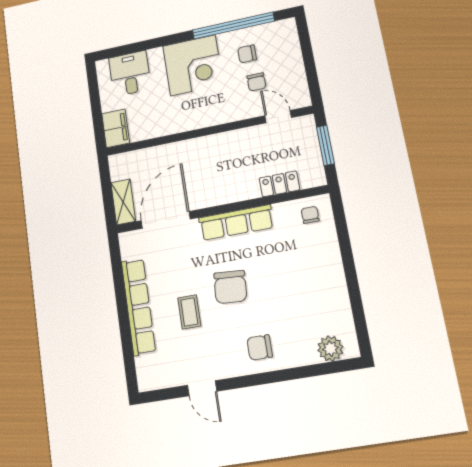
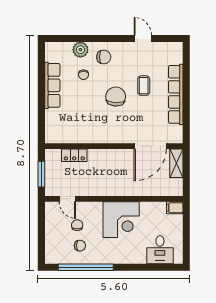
corner desk: (193, 65) -> (121, 220), moved, turned 180
filing cabinet: (116, 128) -> (175, 208), width x0.50
chair: (310, 215) -> (84, 75), moved
row of seats: (236, 223) -> (52, 85), moved, turned 90
plant: (330, 349) -> (80, 50), moved

